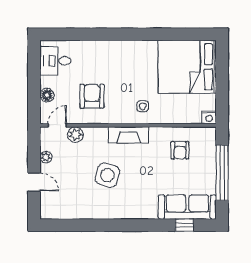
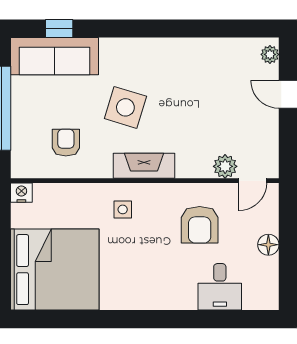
desk: (55, 61) -> (220, 287), moved, turned 90
floor lamp: (47, 95) -> (268, 245), moved
plant: (46, 157) -> (270, 54), moved
side table: (107, 175) -> (125, 107), moved

